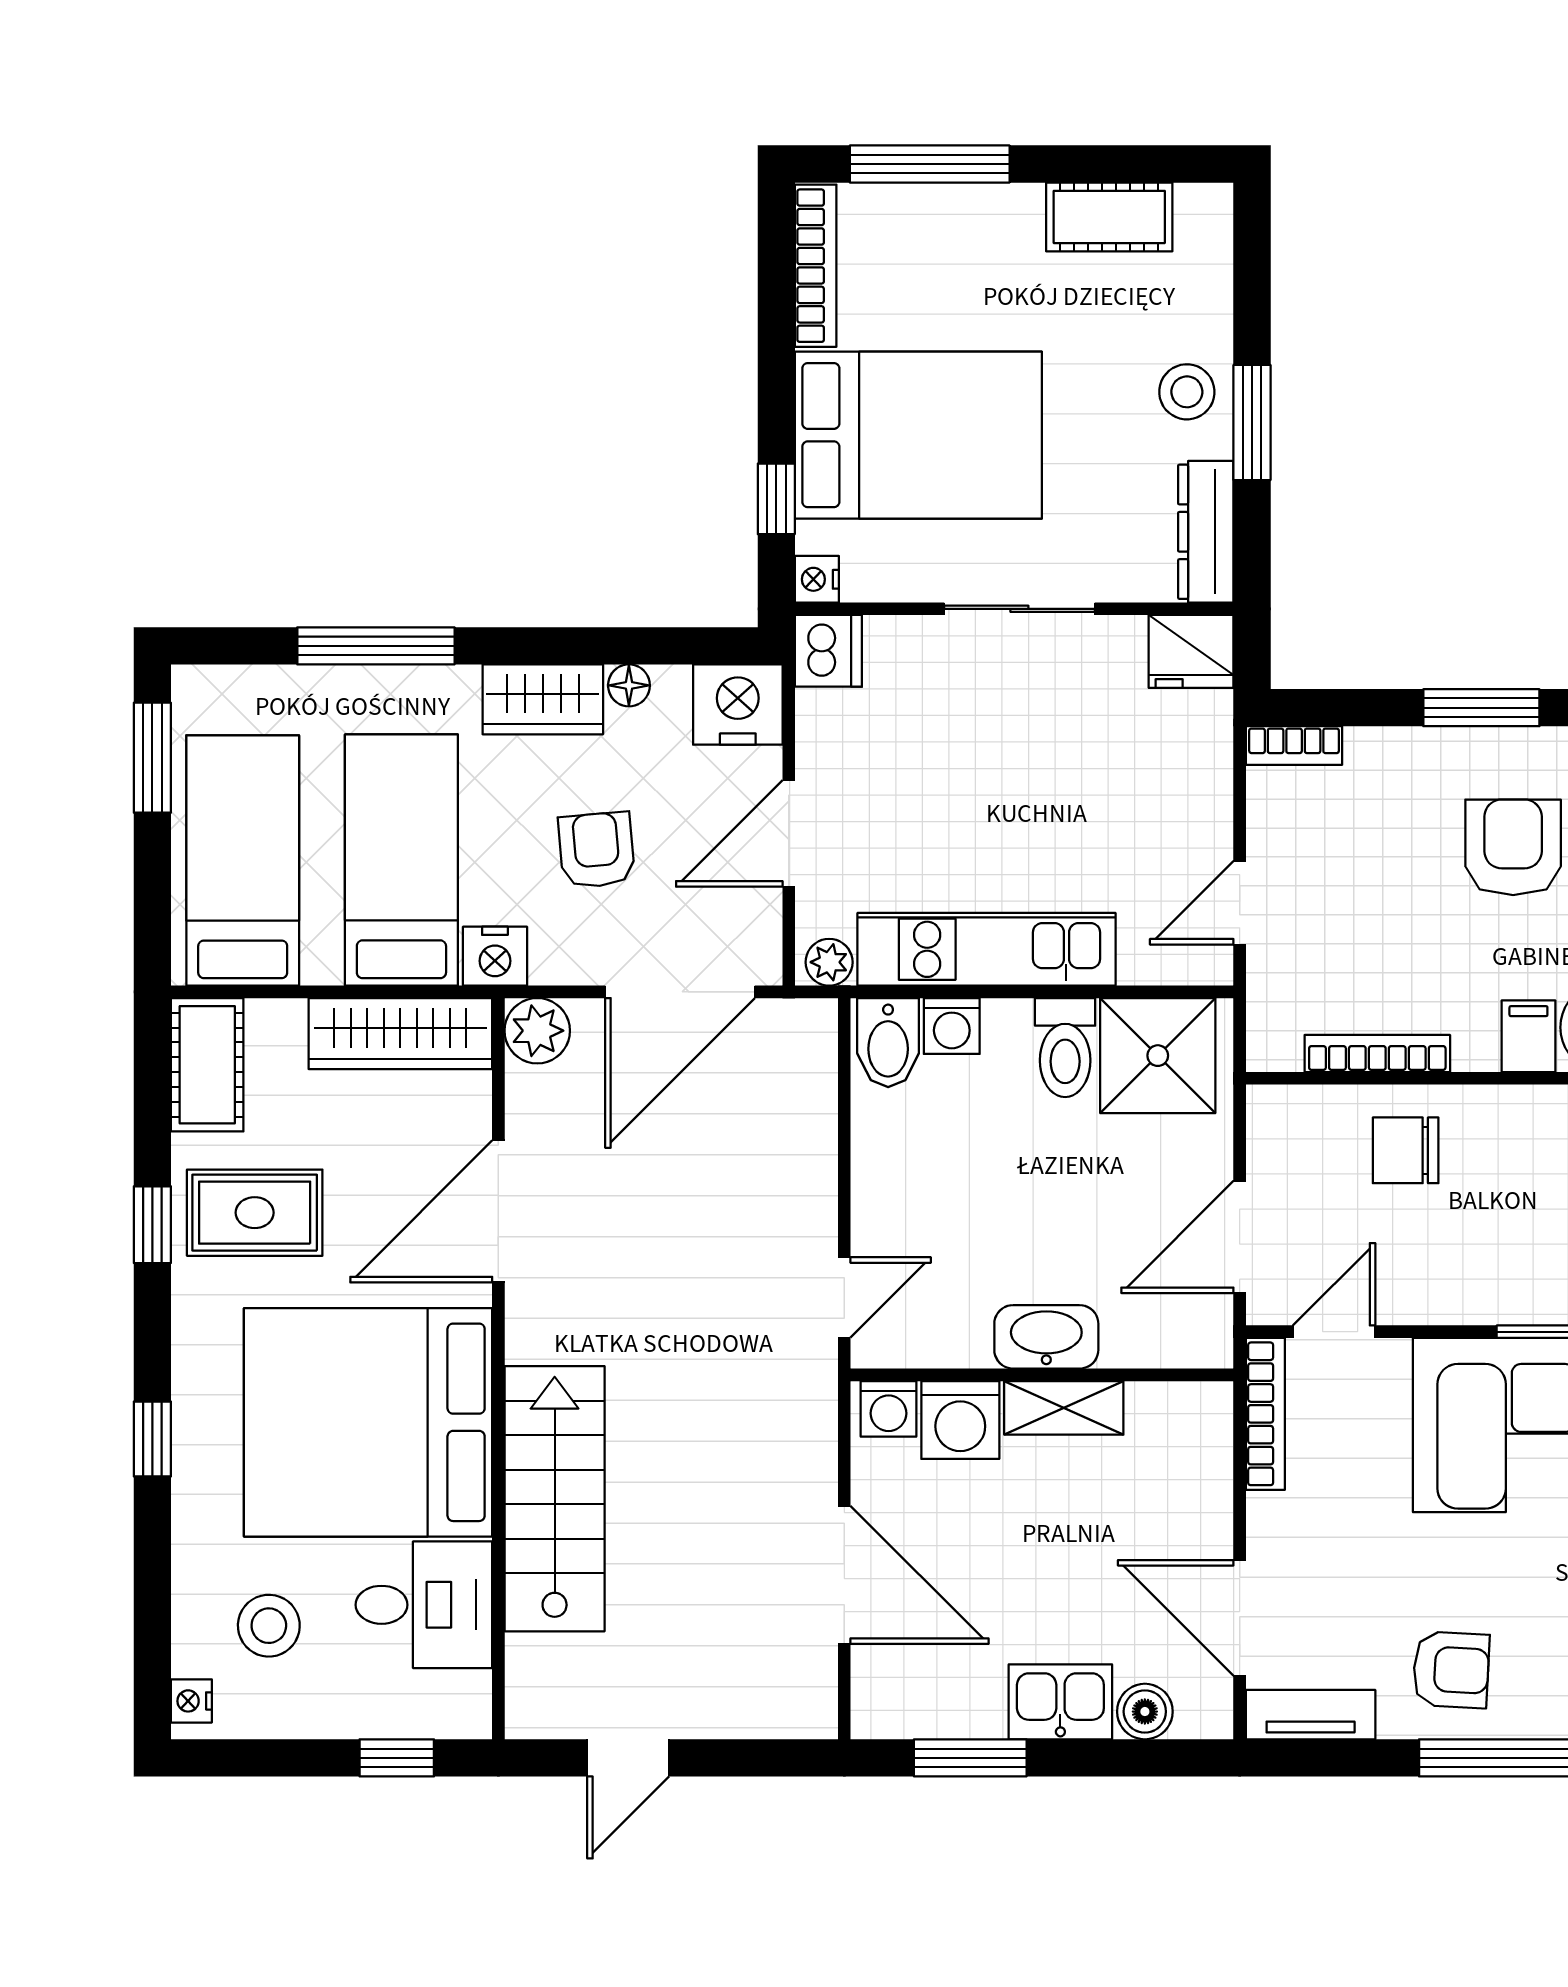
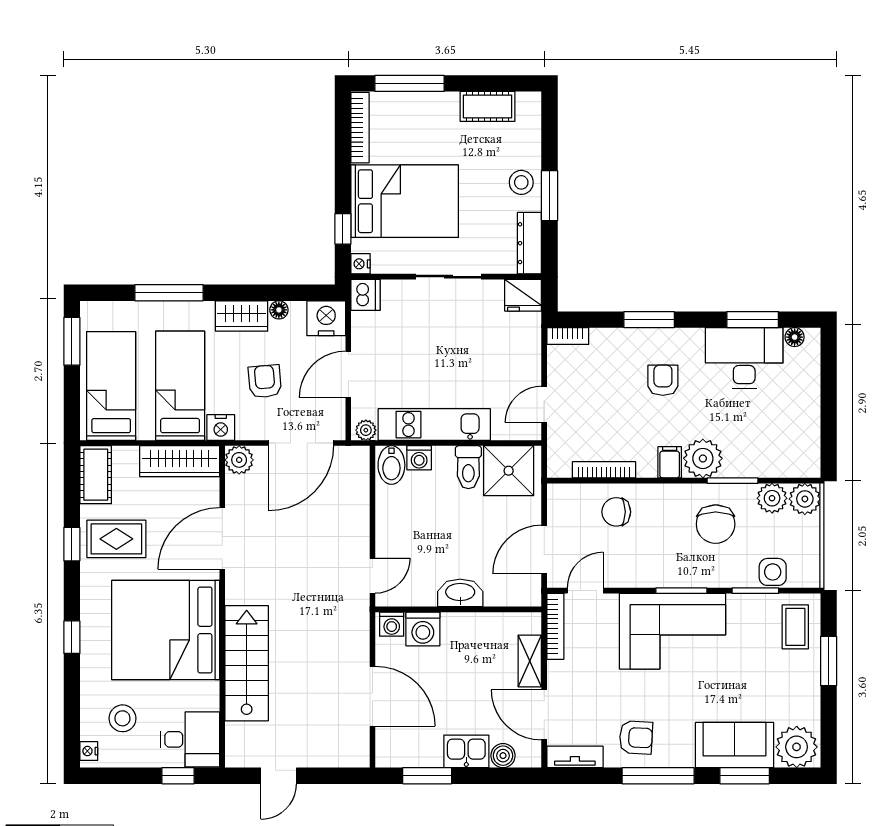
armchair: (1513, 847) -> (663, 380), width x0.72, depth x0.72
shelving: (1064, 1408) -> (530, 661), moved, turned 90
desk: (424, 1605) -> (190, 739), moved

